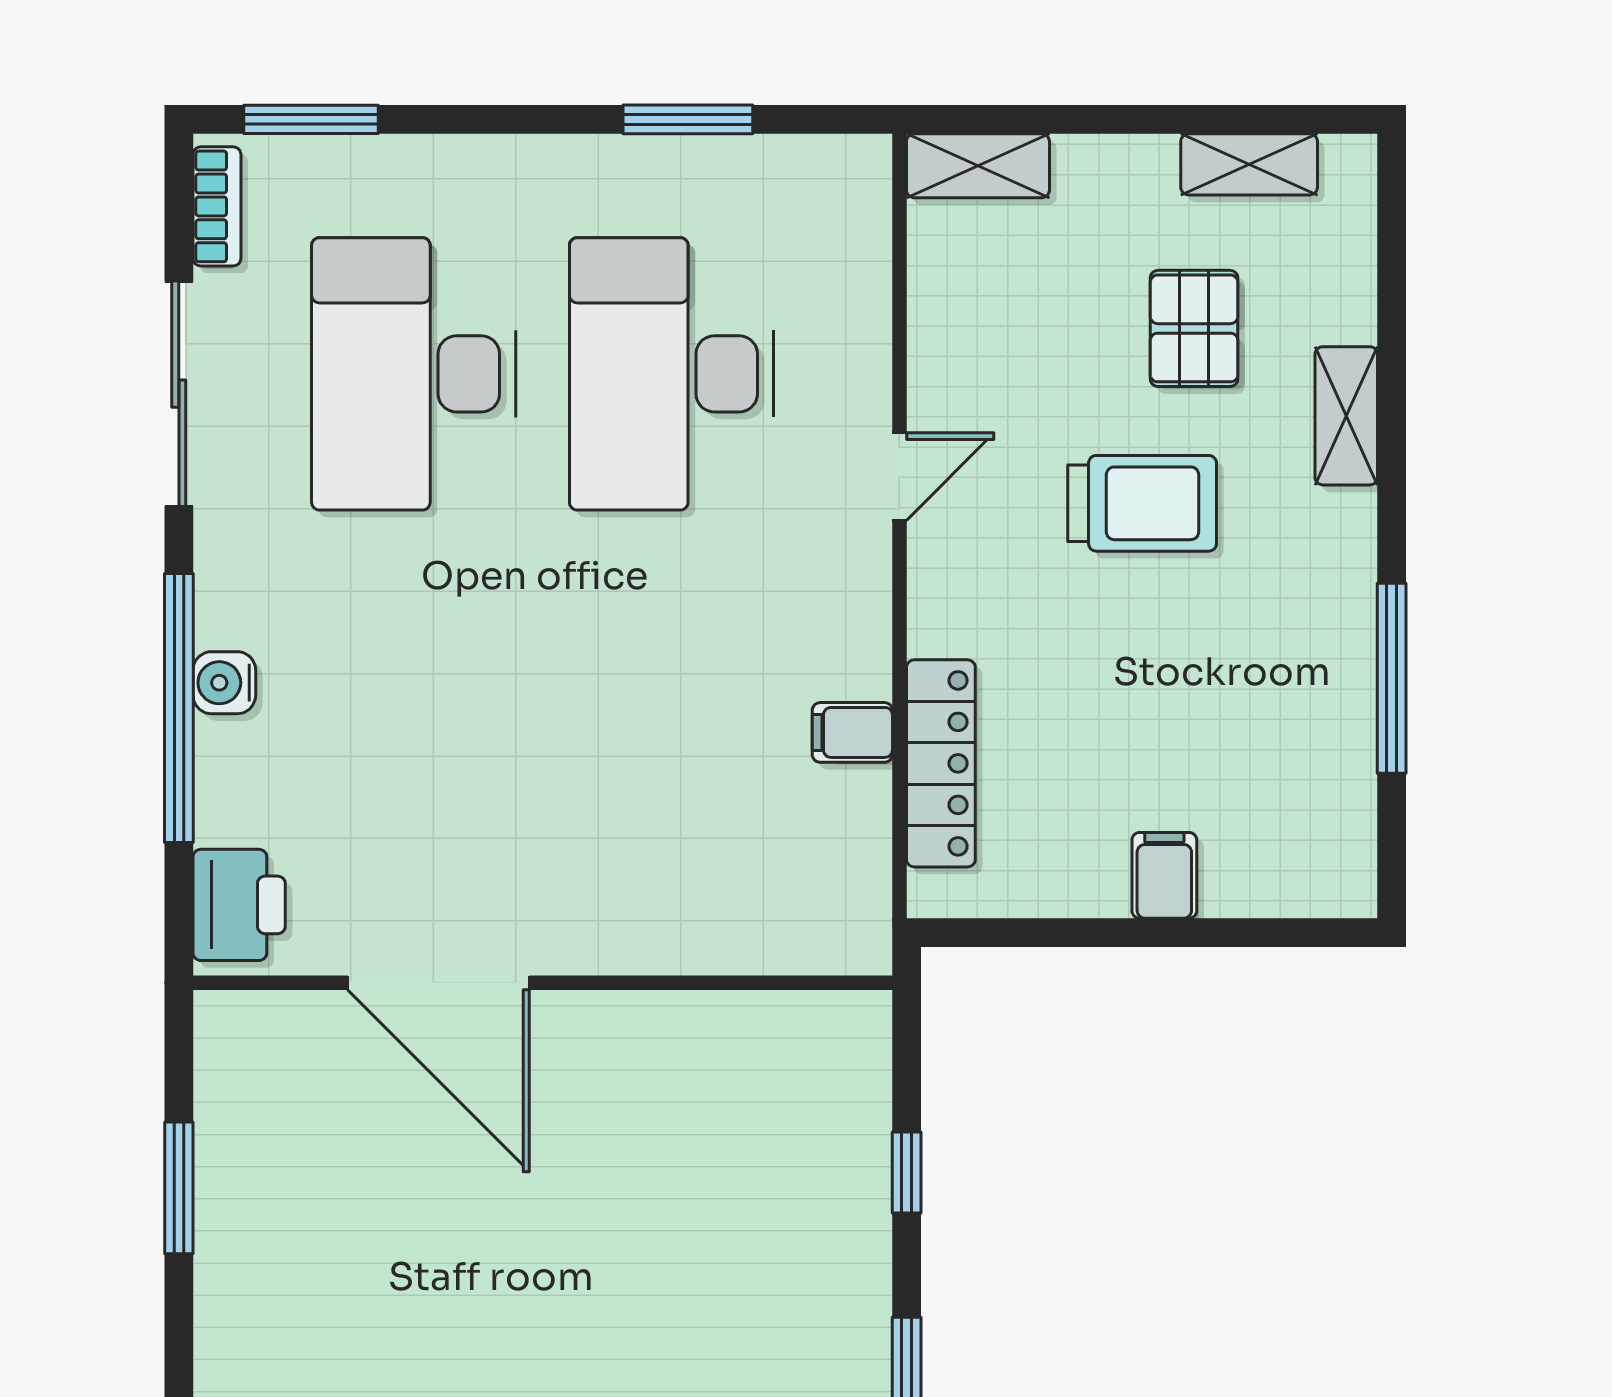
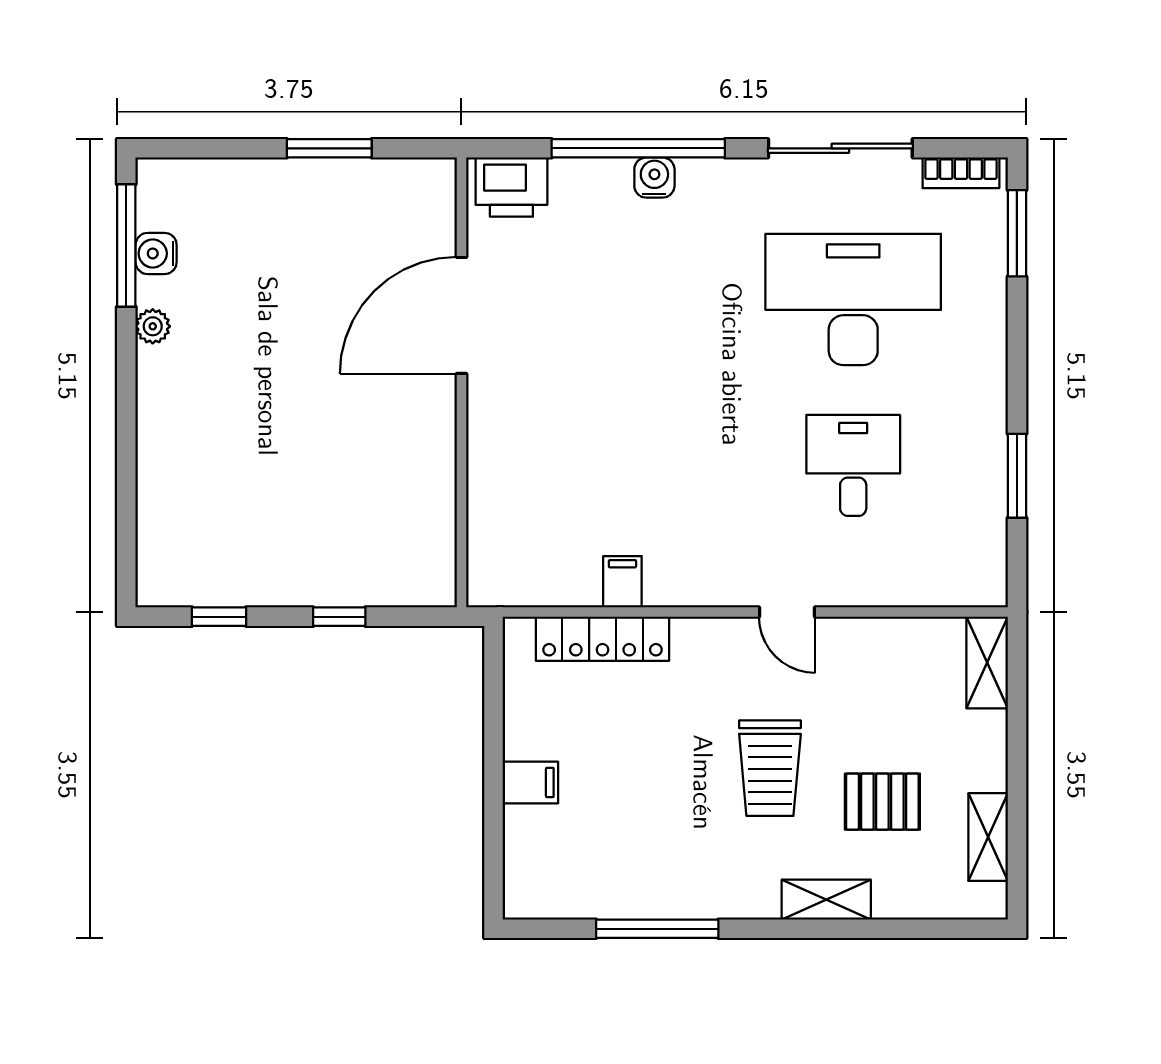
desk: (672, 374) -> (853, 465), width x0.53, depth x0.77

